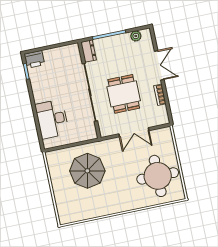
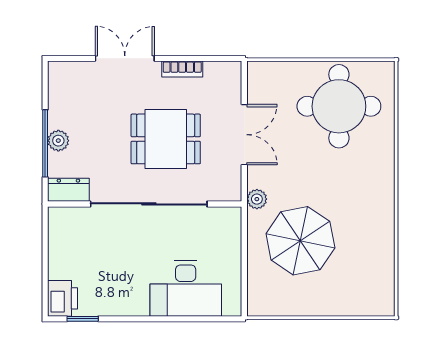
plant: (136, 36) -> (58, 141), moved
plant: (103, 145) -> (257, 199), added

